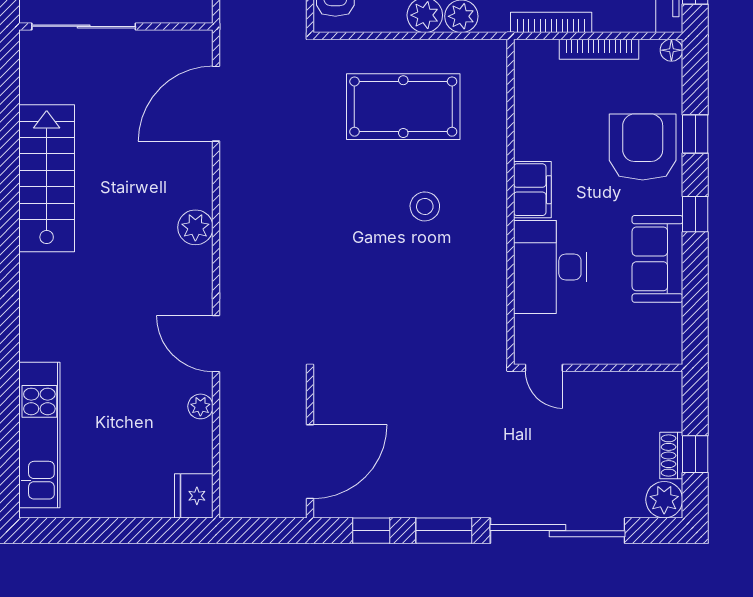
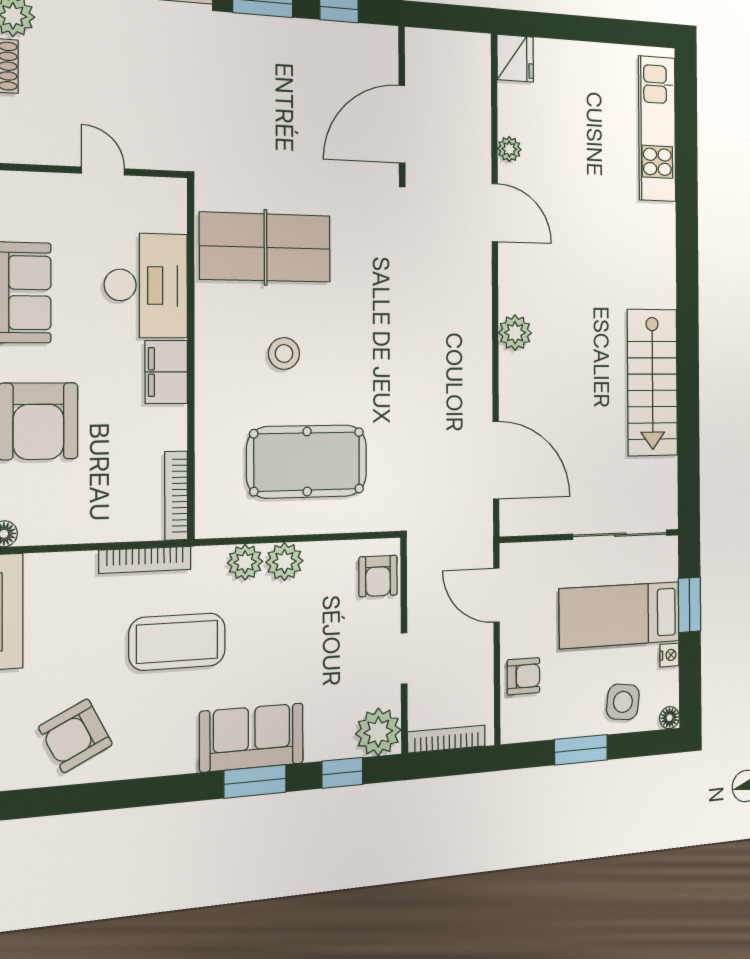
bookcase: (599, 49) -> (176, 496), moved, turned -90
door: (216, 104) -> (496, 460), hinge flipped
table tennis table: (442, 304) -> (265, 247), added
door: (544, 368) -> (103, 171), moved
door: (310, 462) -> (402, 124), moved

